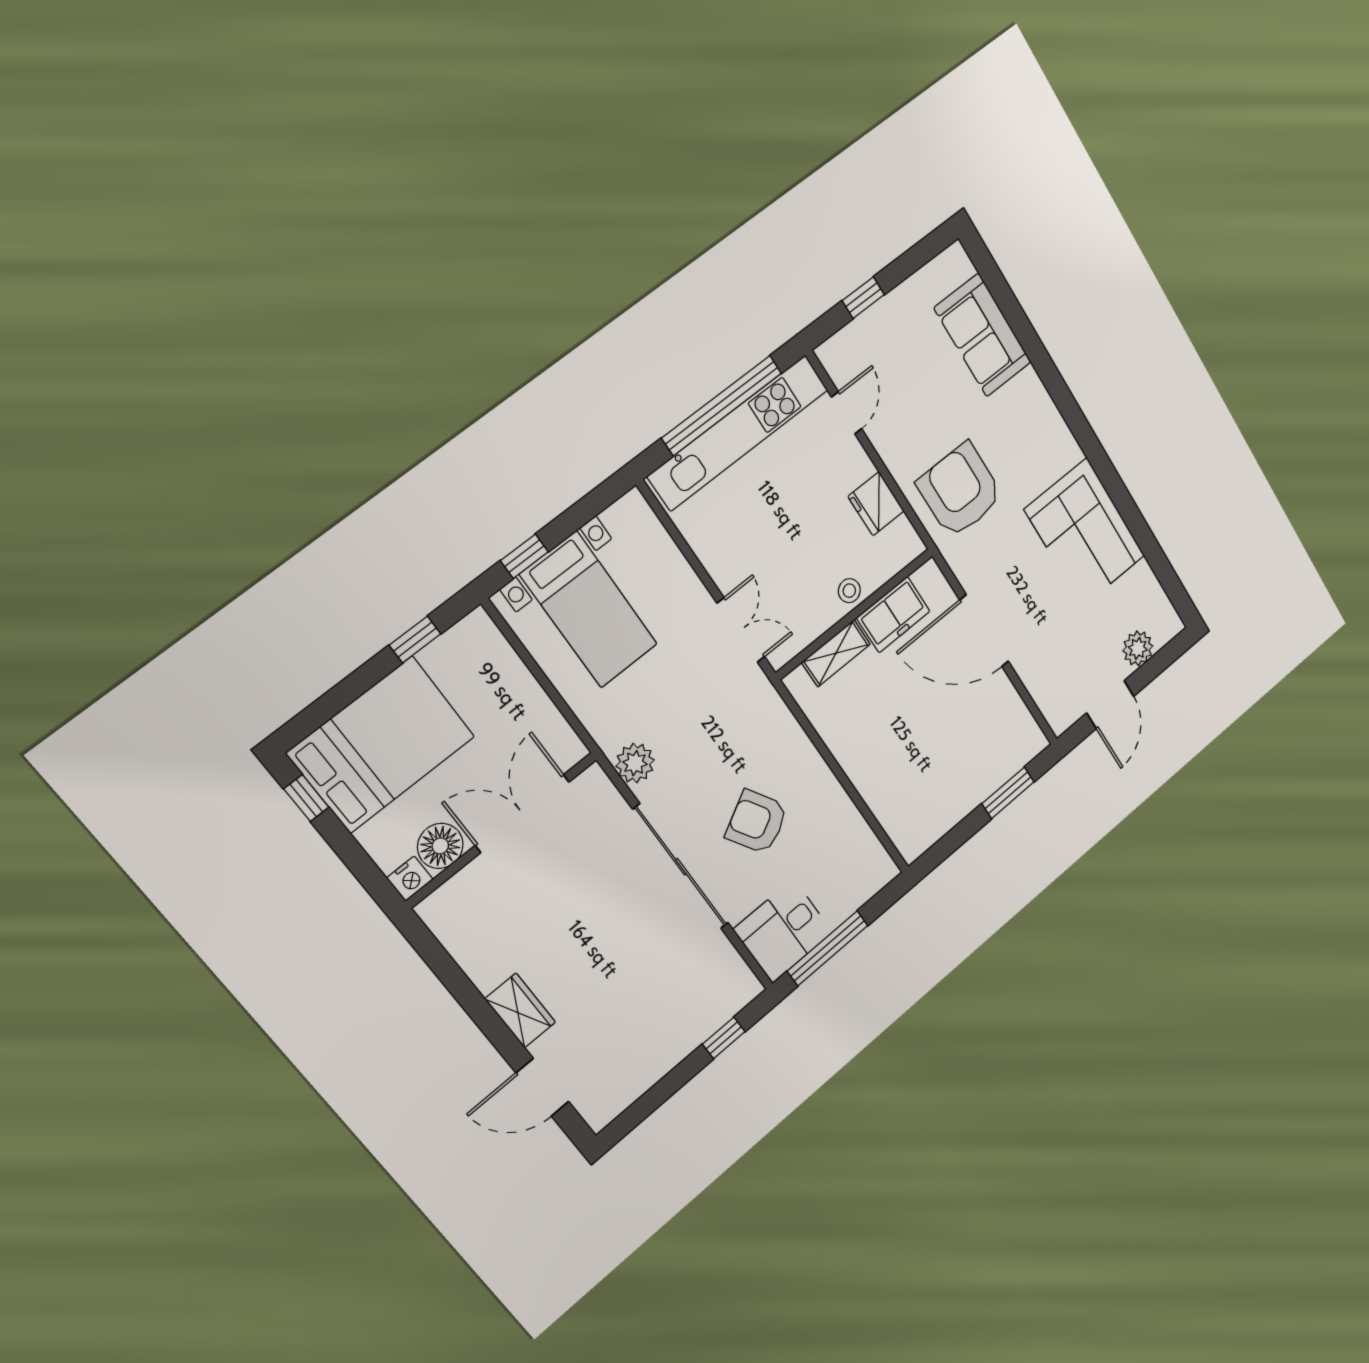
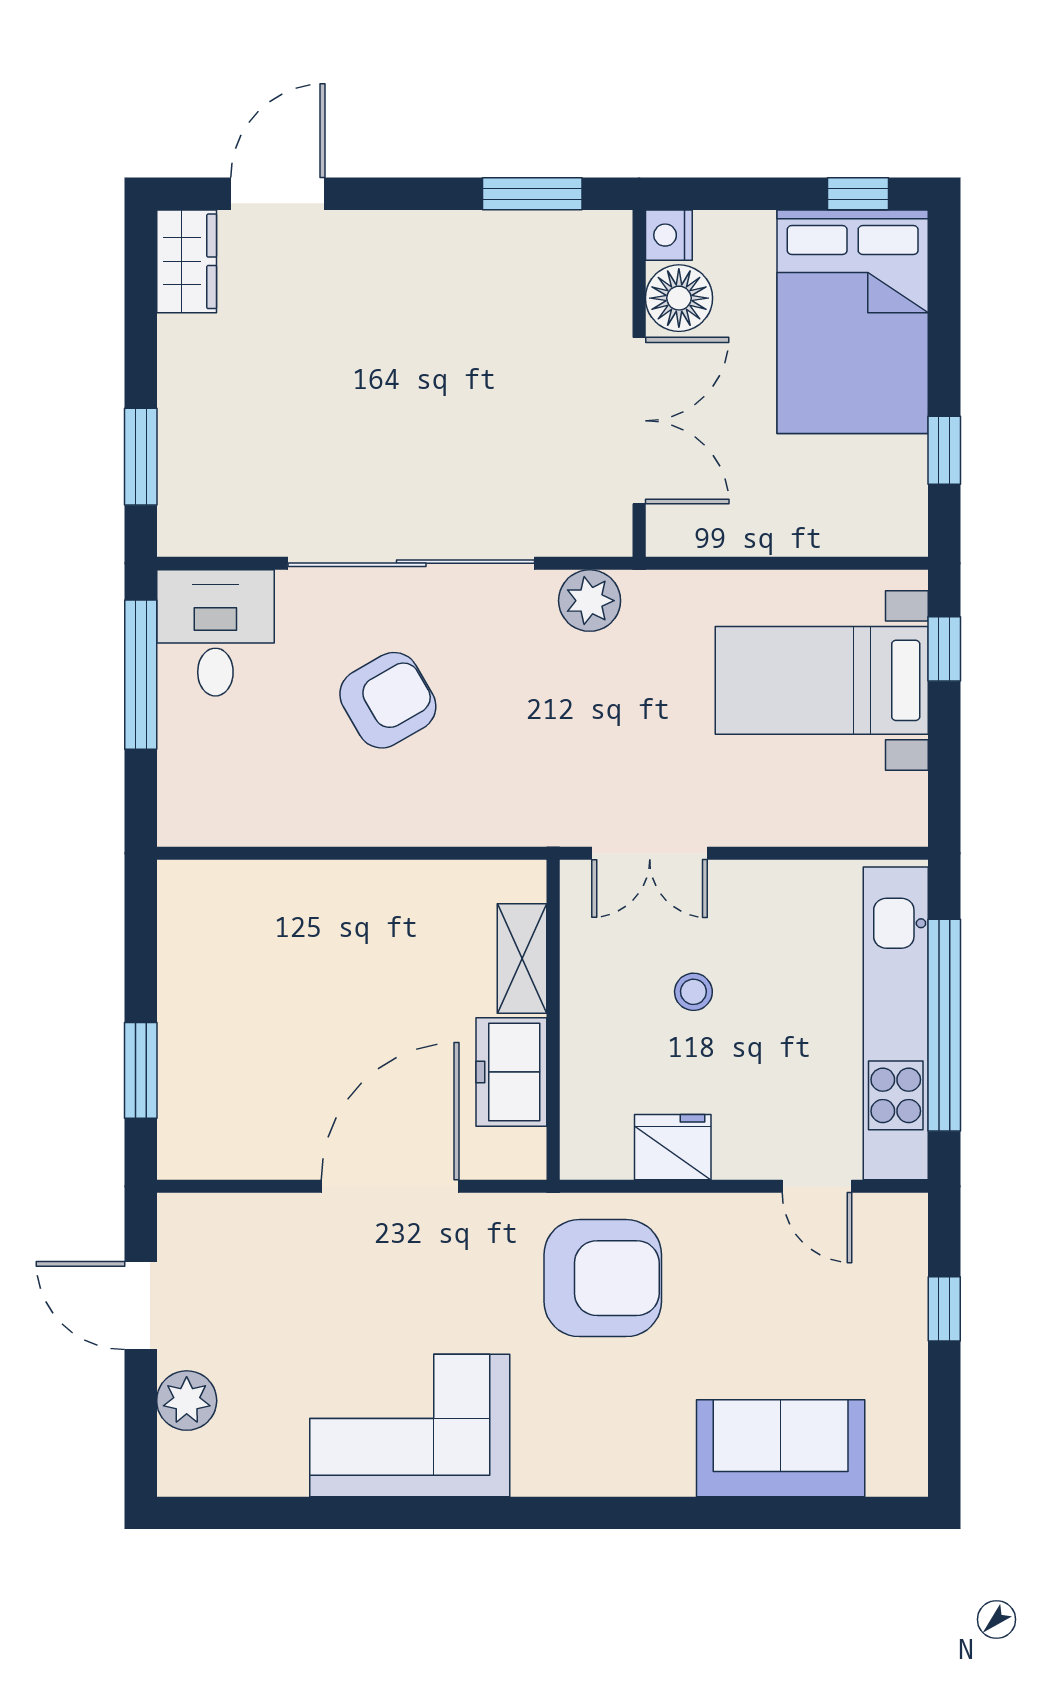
stool: (849, 591) -> (693, 992), moved
window: (443, 965) -> (532, 194), added
wardrobe: (520, 1010) -> (187, 261), moved, turned -90
window: (724, 1038) -> (141, 457), width x1.50

